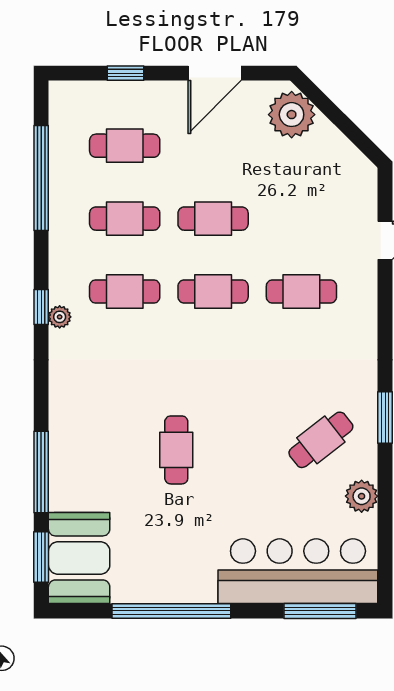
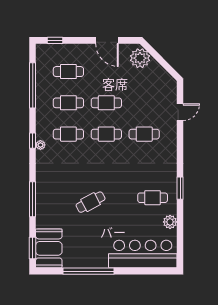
window: (126, 73) -> (55, 40), moved
door: (215, 73) -> (107, 40), hinge flipped
cafe table: (321, 440) -> (153, 198), turned 38
cafe table: (176, 450) -> (91, 202), turned 62
window: (41, 472) -> (33, 199), moved
window: (320, 611) -> (152, 271), removed

